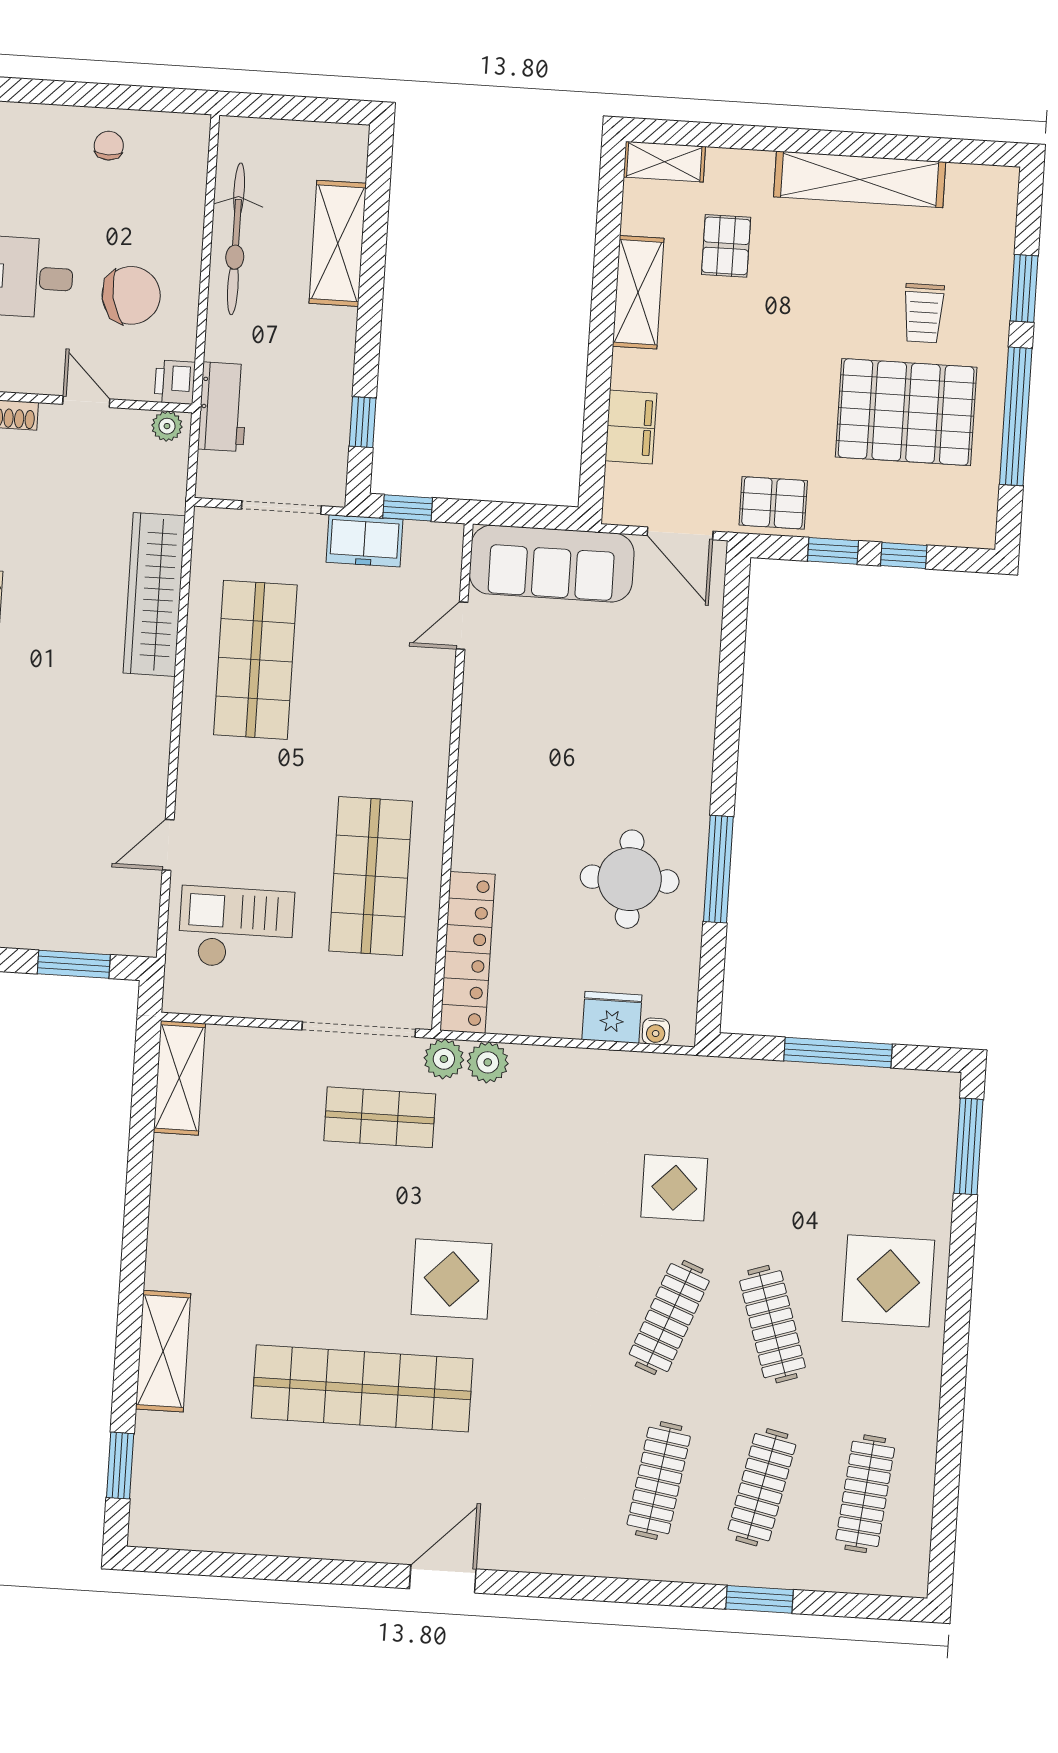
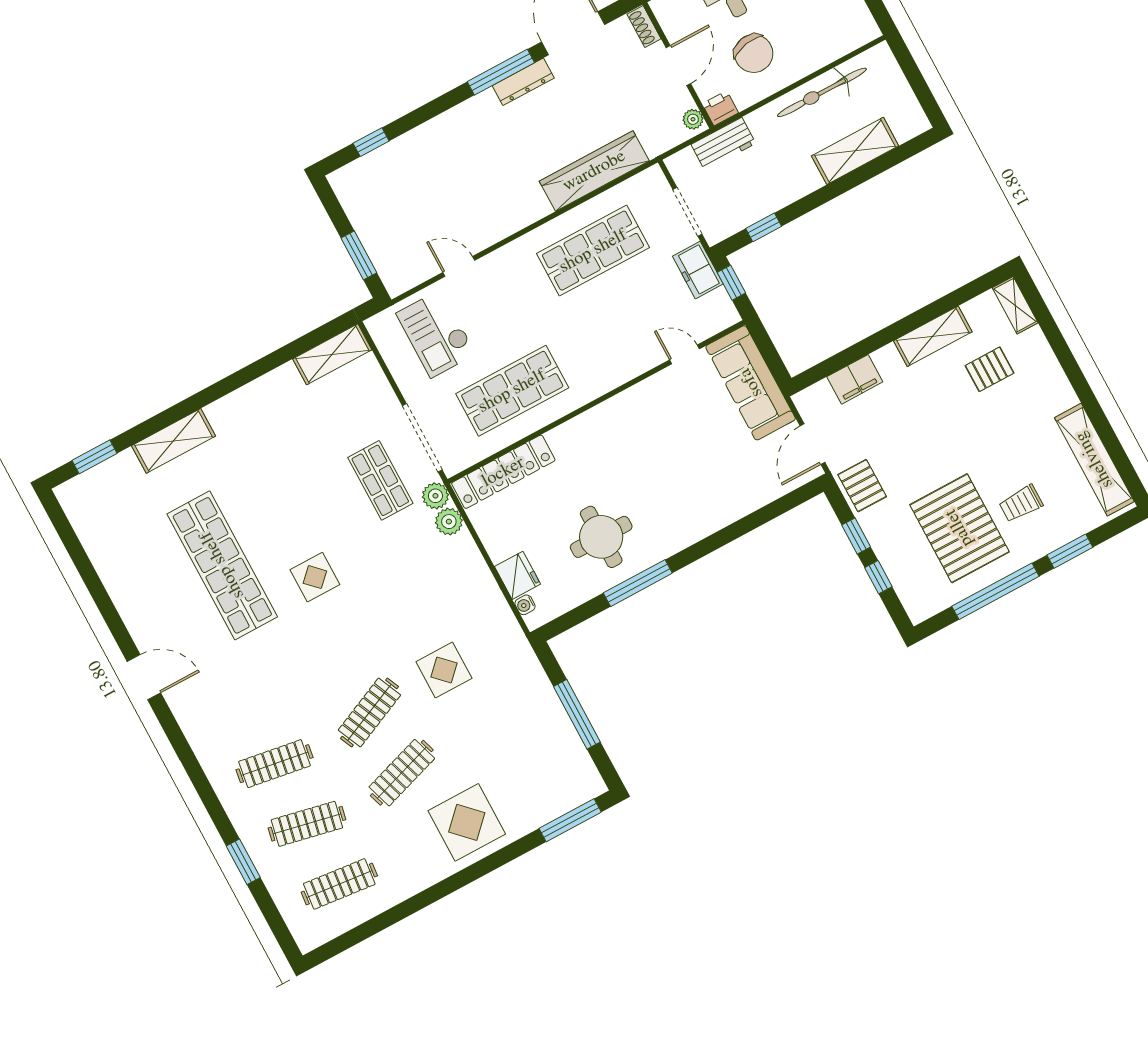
shelving: (860, 179) -> (1094, 460), moved
door: (86, 402) -> (678, 66), width x1.37
checkout: (236, 928) -> (436, 334), turned 180
display table: (451, 1279) -> (315, 577), width x0.73, depth x0.73
clothes rail: (669, 1318) -> (369, 713), turned -45

